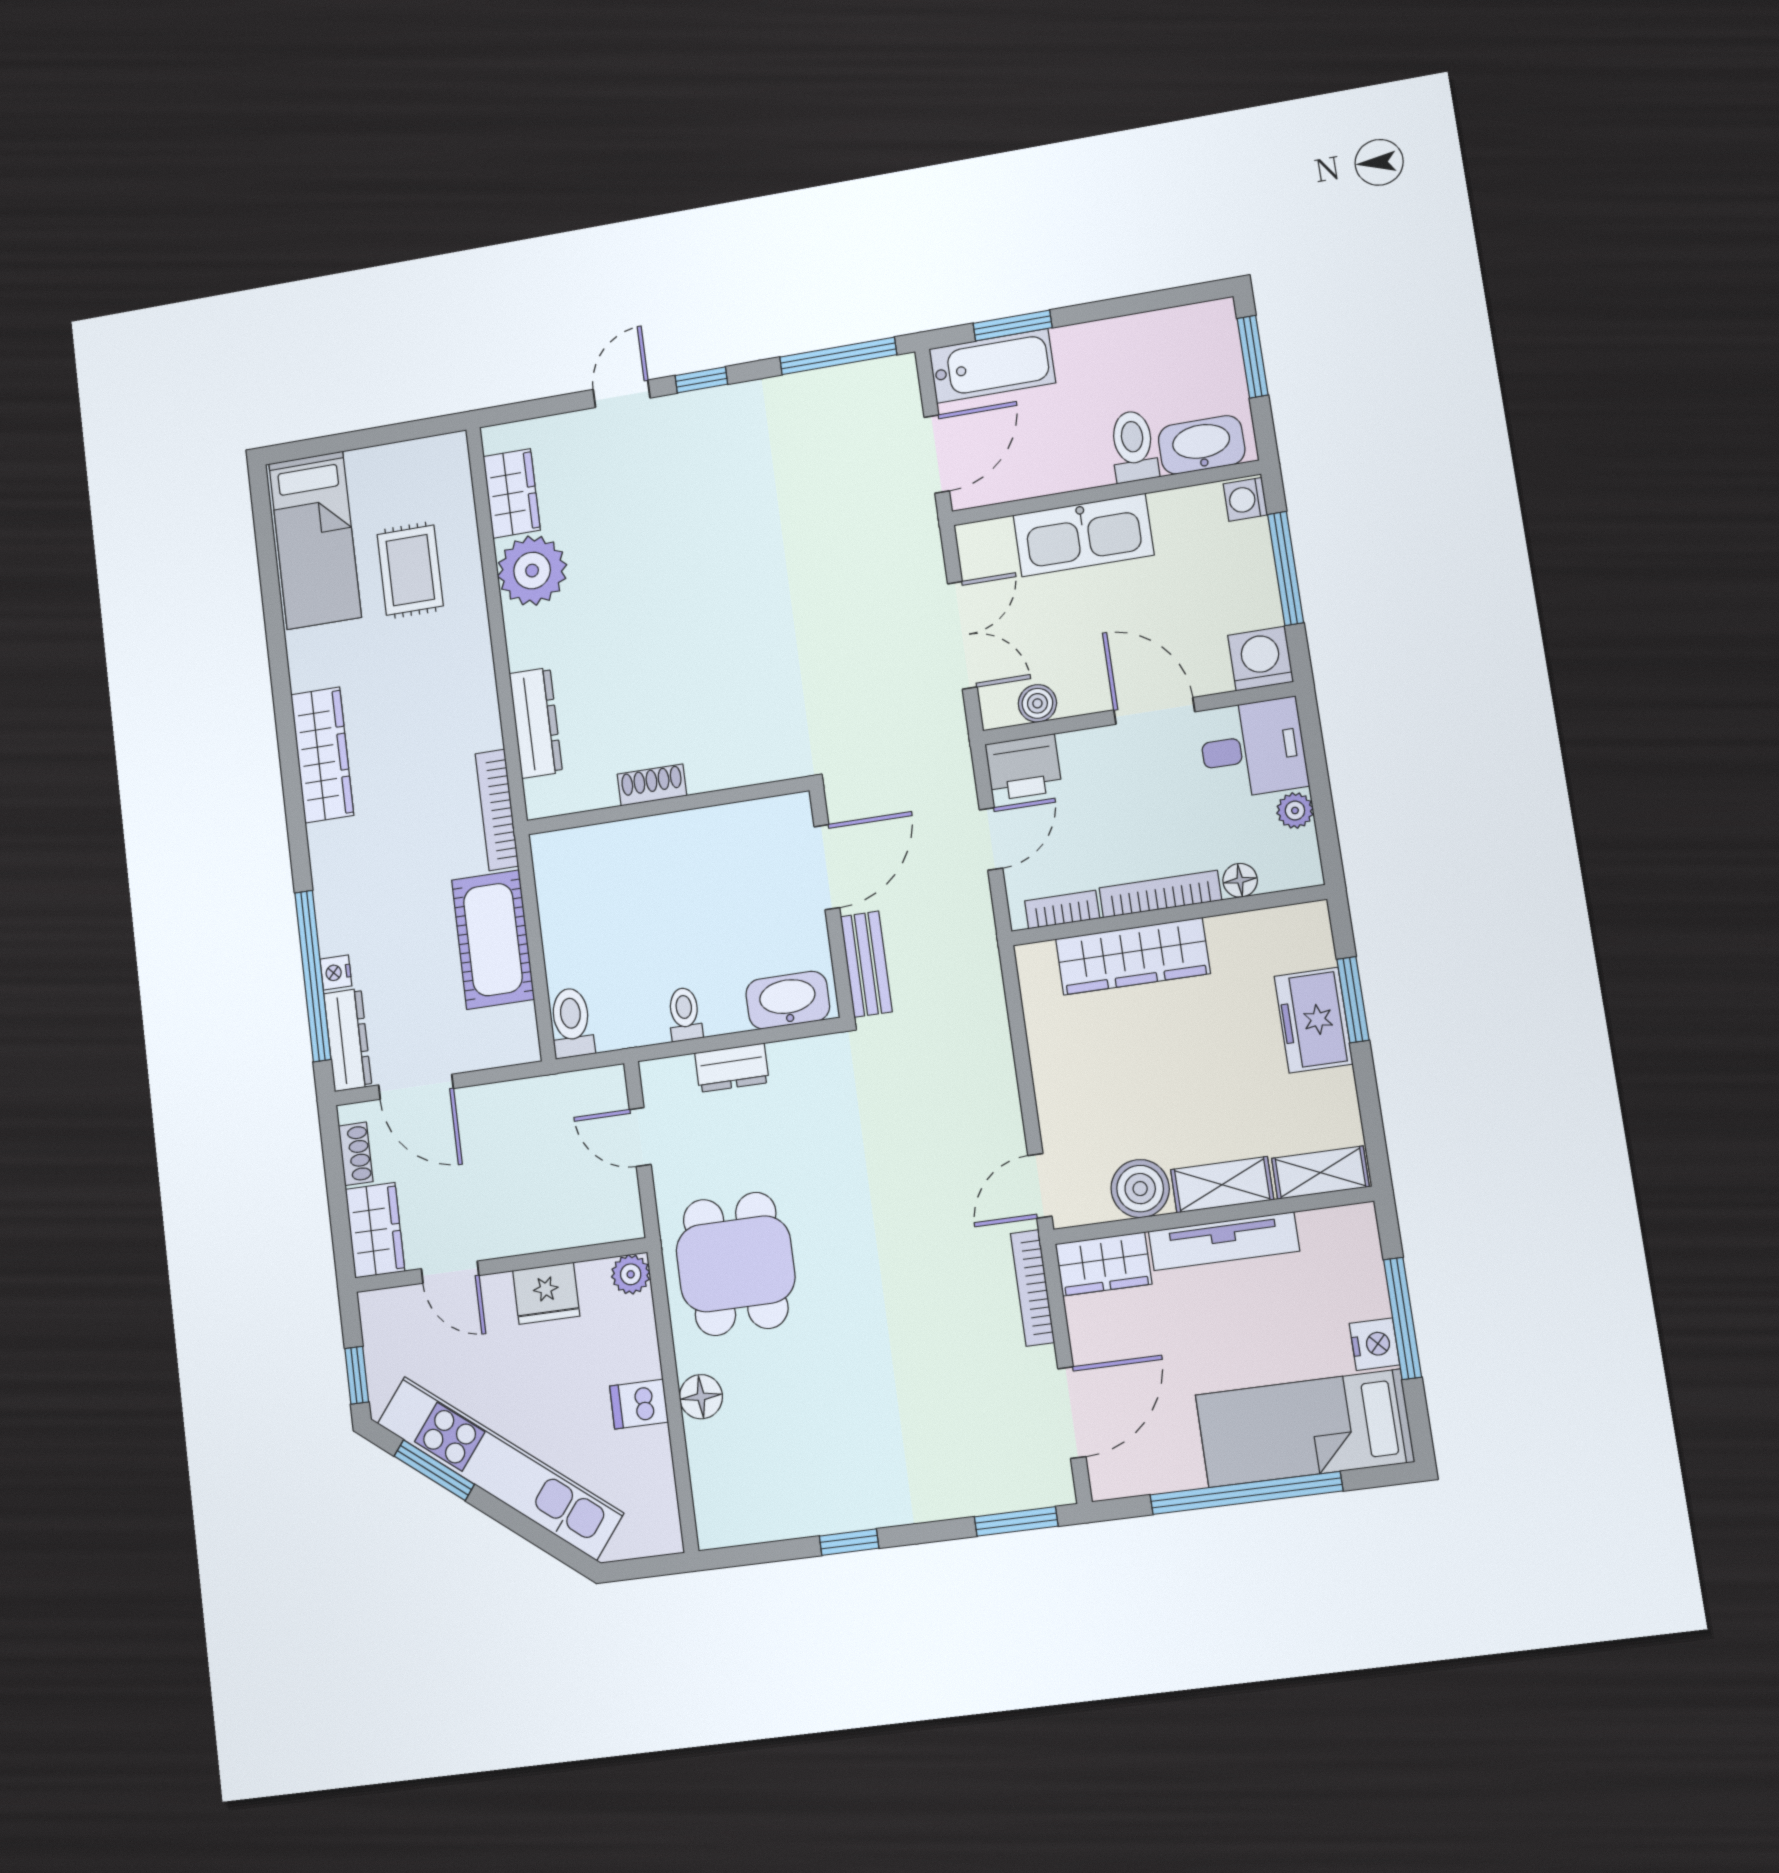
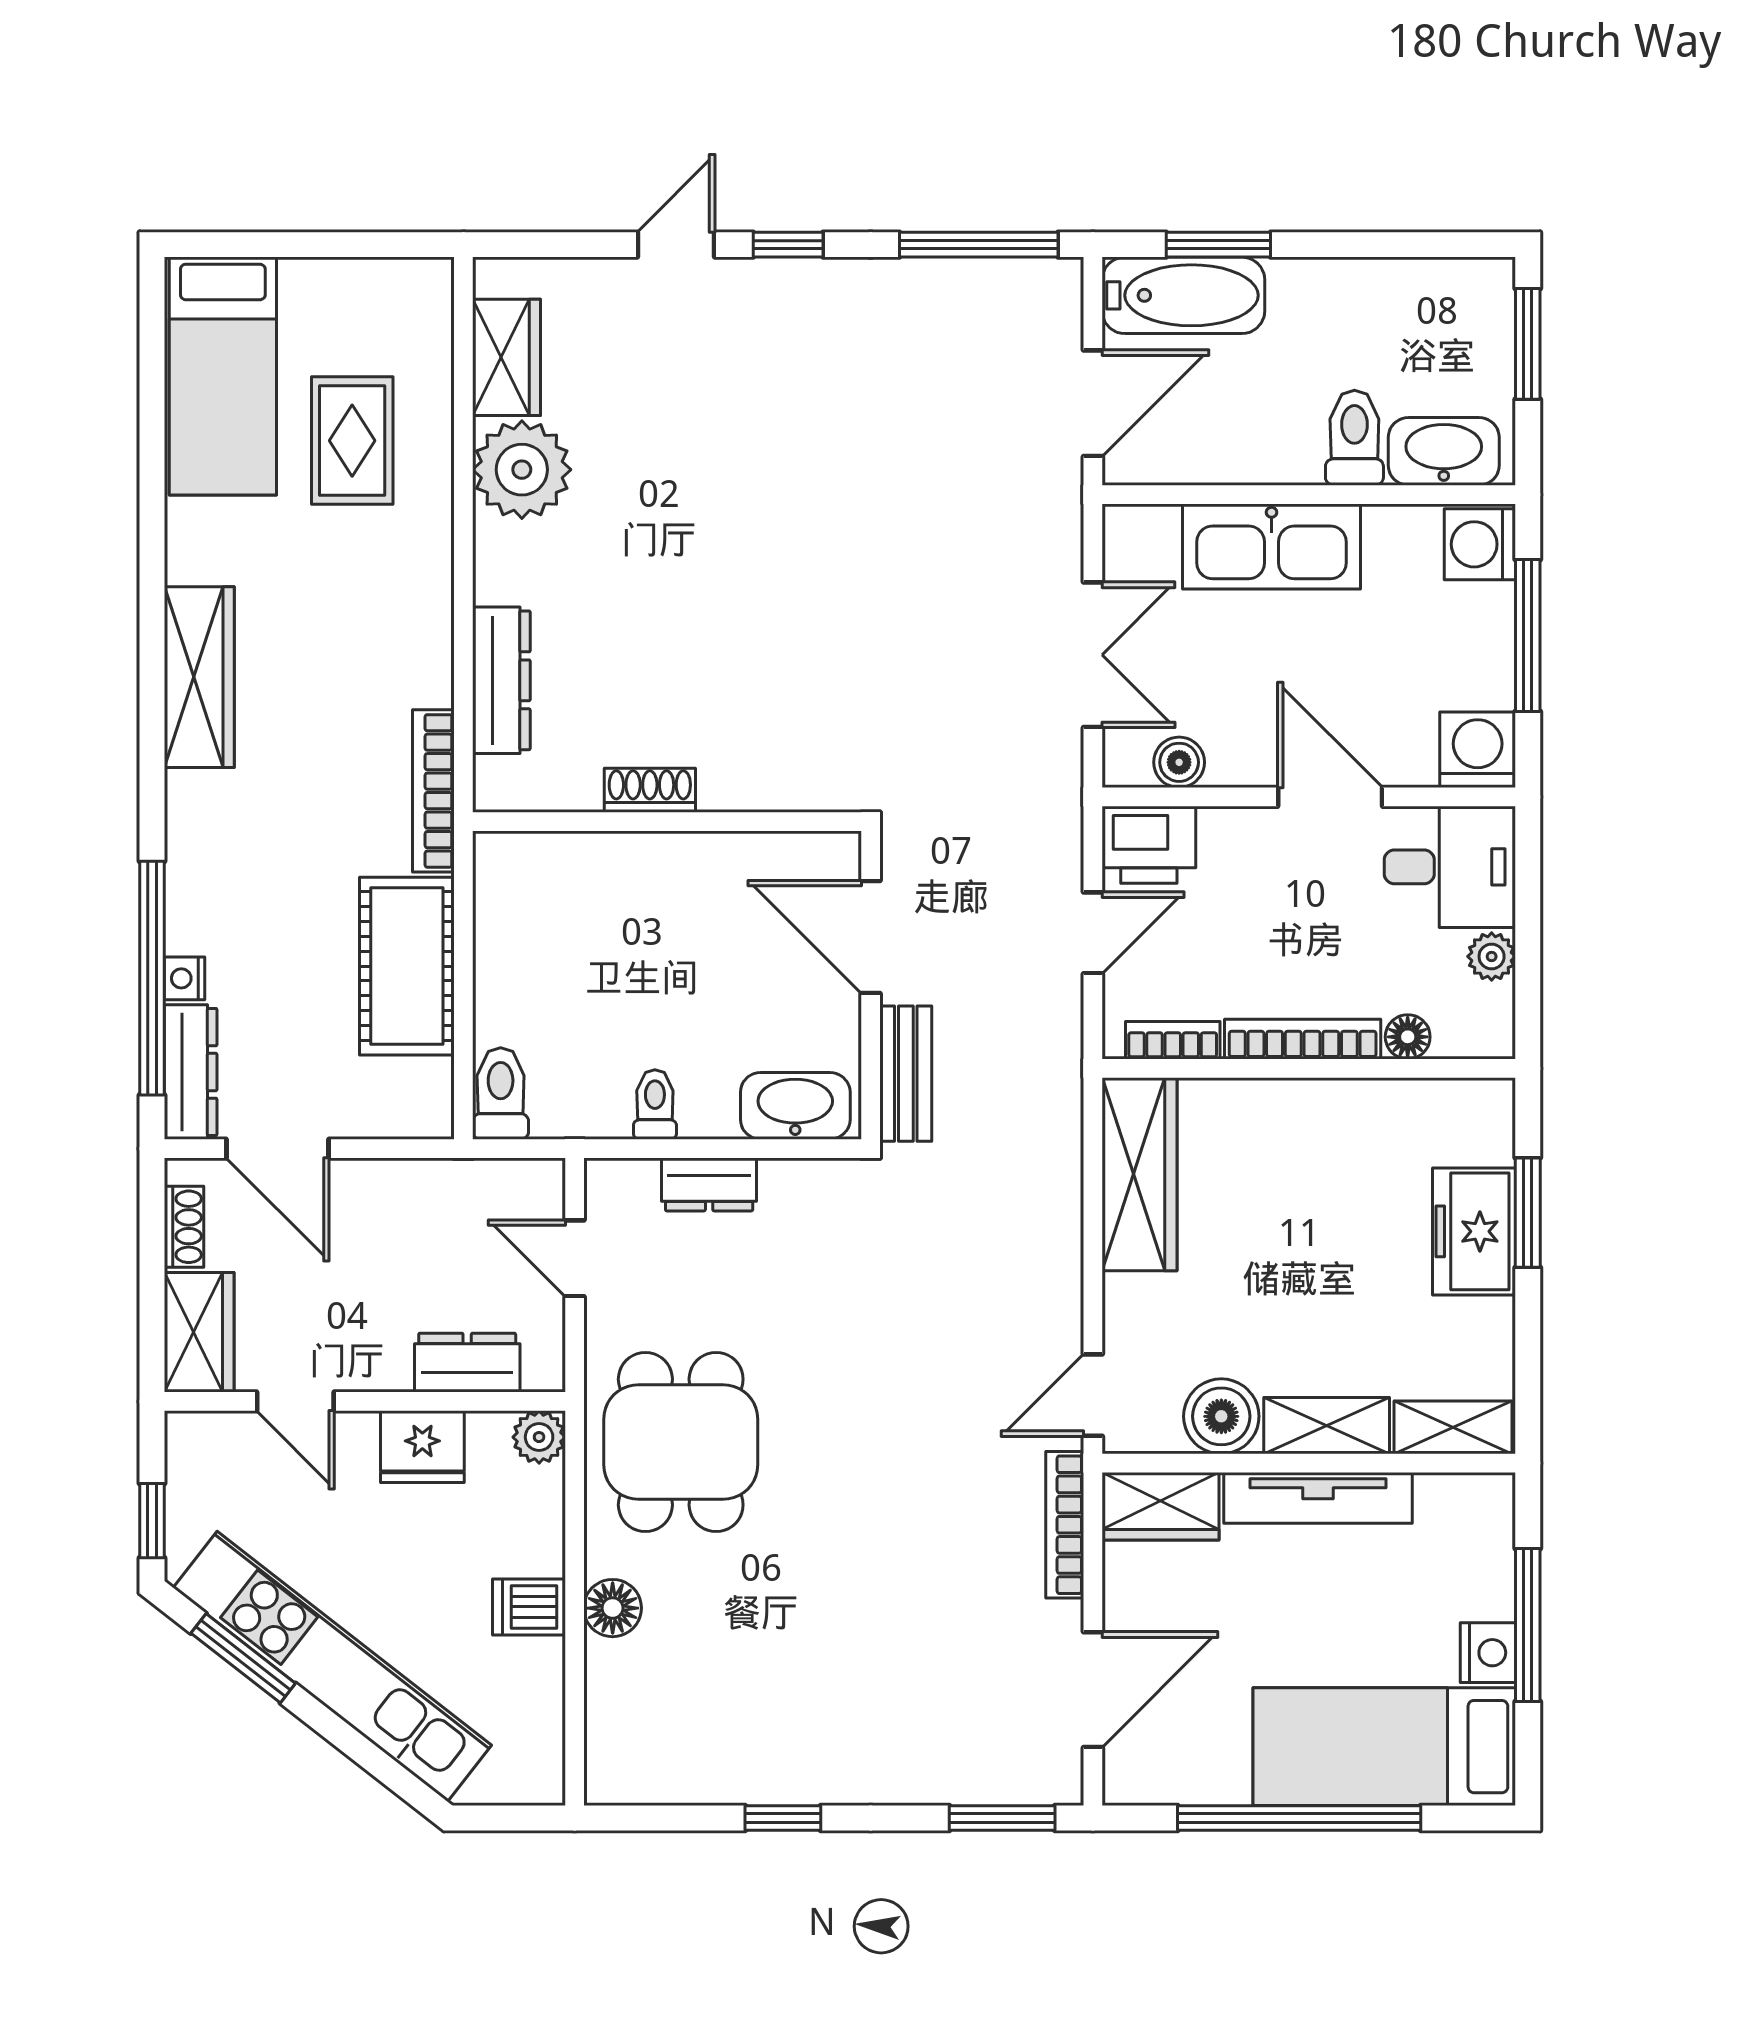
washing machine: (1245, 499) -> (1480, 544), width x1.38, depth x1.38
door: (827, 867) -> (871, 937), swing flipped
wardrobe: (1133, 956) -> (1139, 1174), moved, turned -90
dresser: (571, 1226) -> (467, 1363), added

